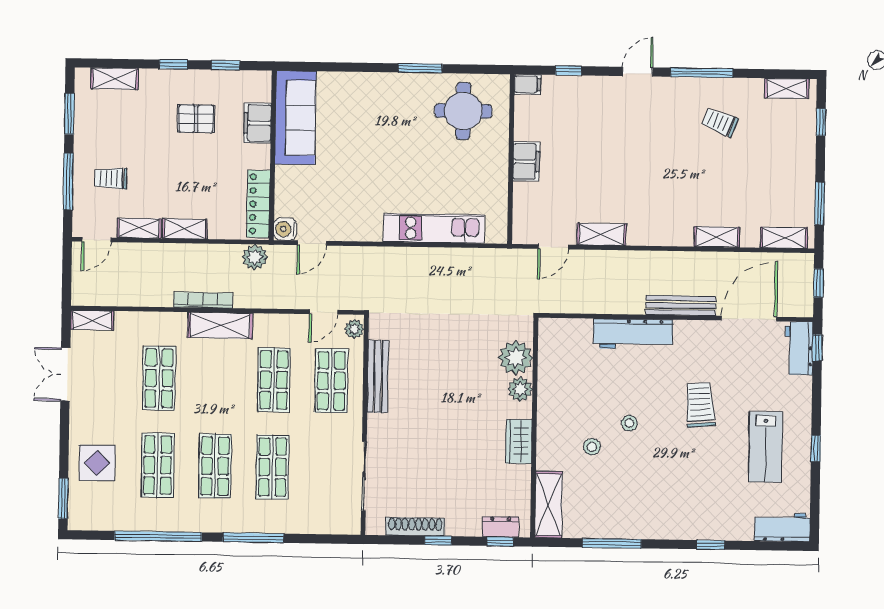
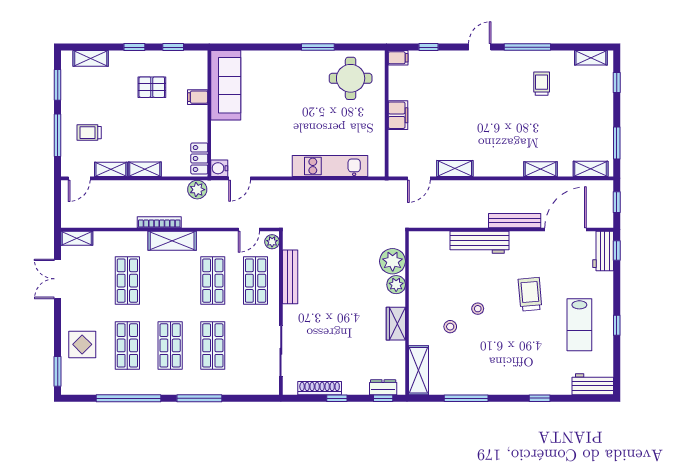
trolley: (720, 122) -> (542, 84), turned 69
filing cabinet: (257, 123) -> (198, 97), width x0.50
locker: (258, 204) -> (199, 158), width x0.66

